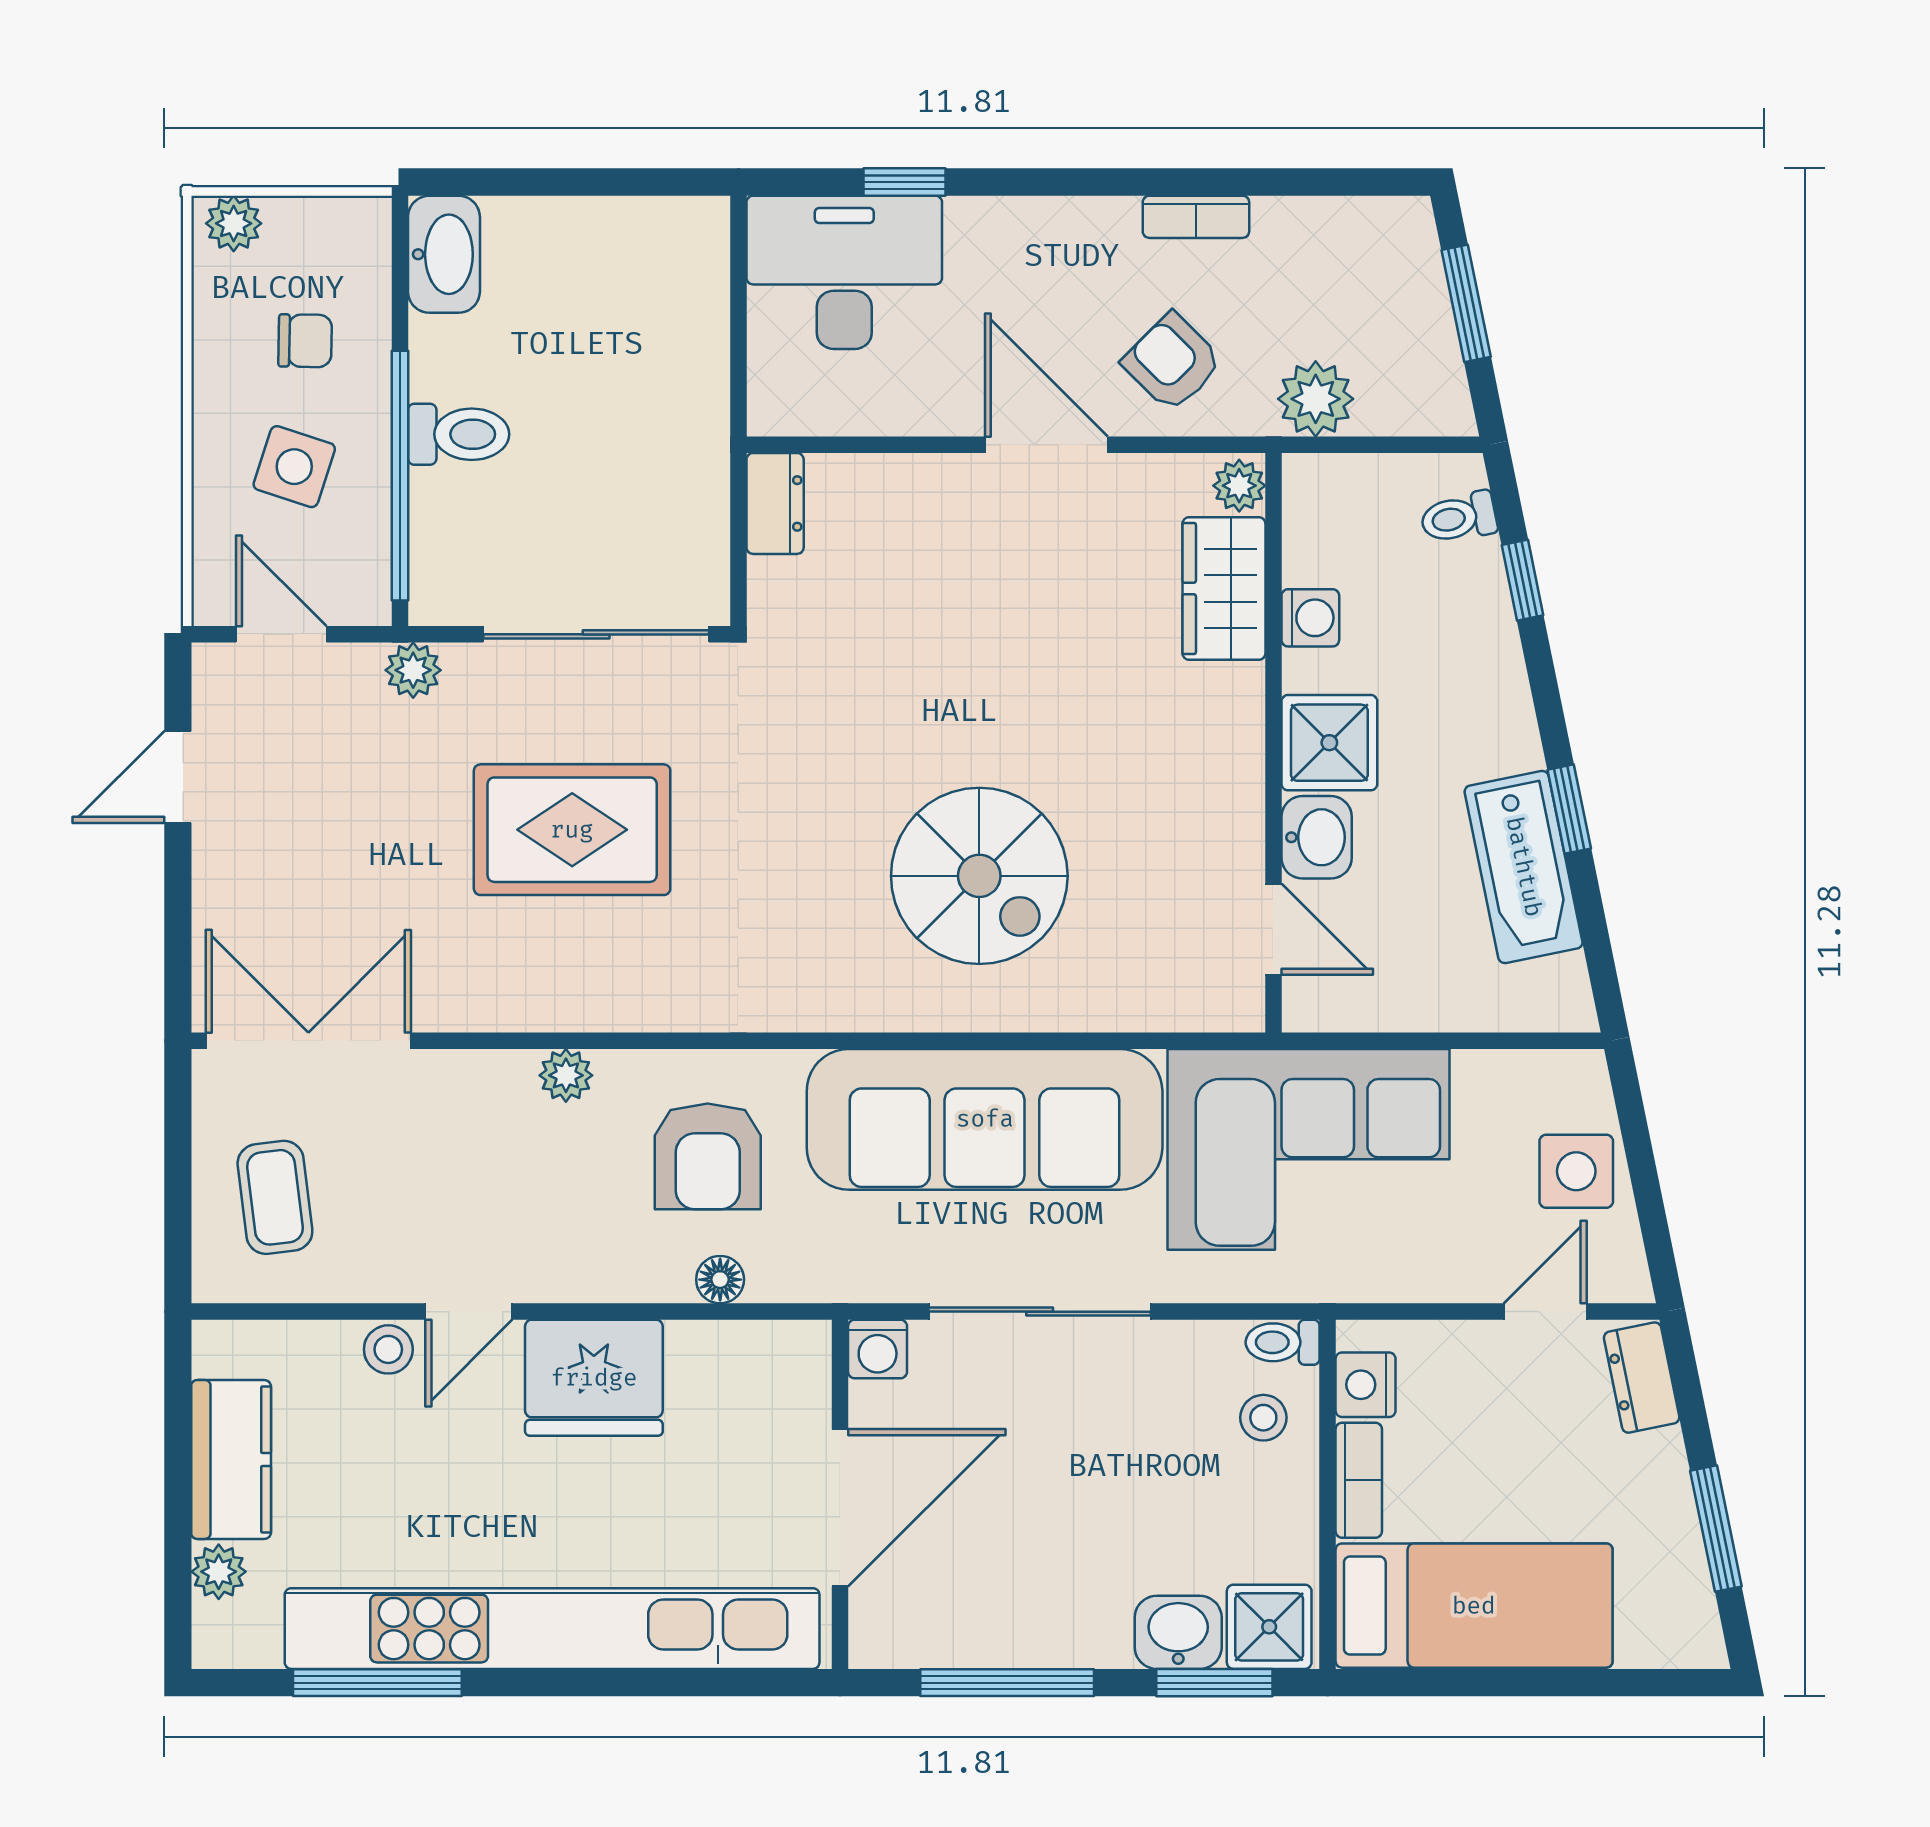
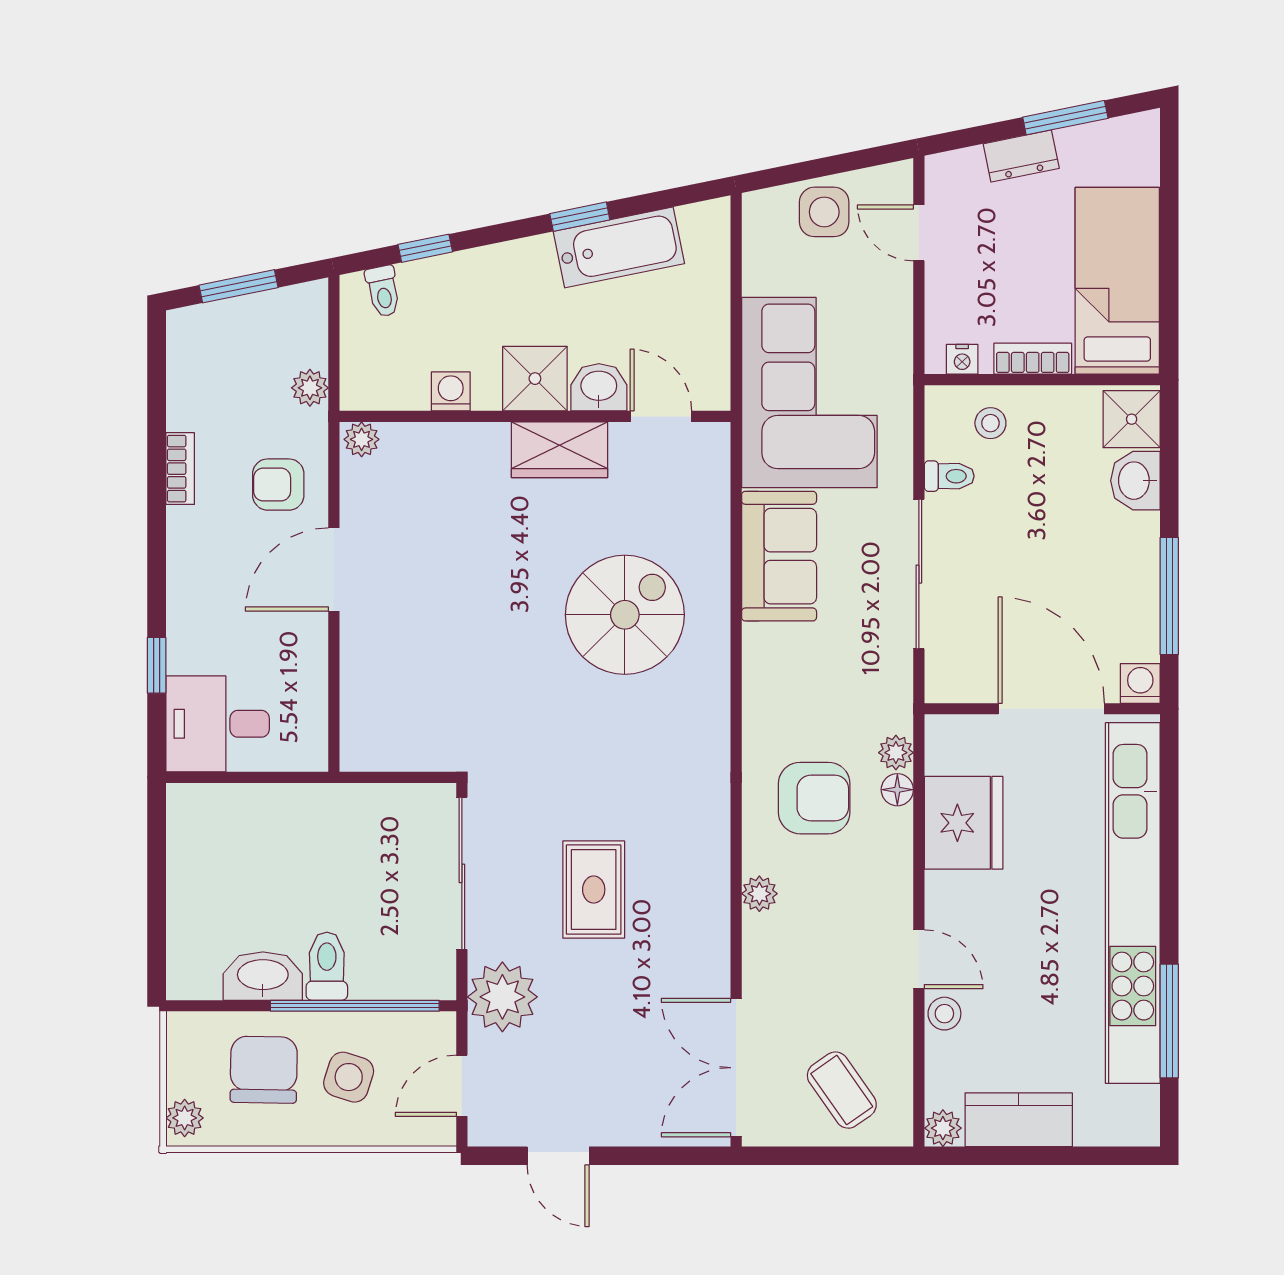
washbasin: (444, 254) -> (263, 976), moved
desk: (844, 272) -> (218, 724), width x0.73
chair: (305, 341) -> (264, 1070), width x1.87, depth x1.87
armchair: (1172, 362) -> (278, 485), turned 45
plant: (1316, 399) -> (310, 388), width x0.73, depth x0.73
dresser: (775, 503) -> (374, 753), removed
wardrobe: (1224, 588) -> (560, 450), moved
plant: (413, 670) -> (502, 997), width x1.87, depth x1.87
rug: (572, 830) -> (594, 890), width x0.73, depth x0.70
door: (1273, 929) -> (661, 416), hinge flipped
sofa: (985, 1119) -> (779, 556), width x0.54, depth x0.79
coffee table: (275, 1197) -> (842, 1090), turned 62
plant: (775, 1278) -> (896, 753), added
toilet: (1283, 1342) -> (949, 476), moved, turned -90
washing machine: (878, 1349) -> (1140, 683), moved, turned -90
fridge: (594, 1378) -> (964, 823), moved
dresser: (1642, 1378) -> (1021, 156), moved
nightstand: (1366, 1385) -> (962, 359), width x0.72, depth x0.74
plant: (219, 1572) -> (943, 1128), moved
window: (1214, 1683) -> (1169, 456), removed

